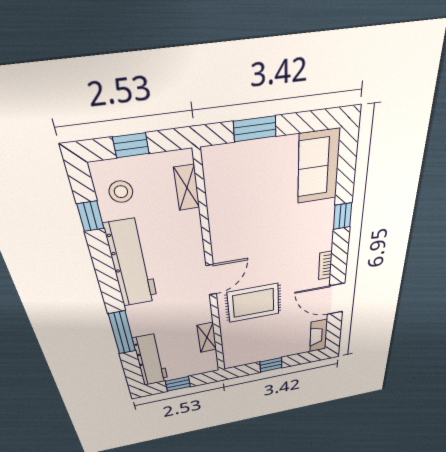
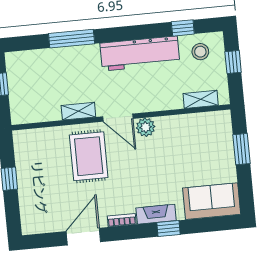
plant: (223, 250) -> (146, 127), added
fireplace: (319, 336) -> (156, 214), moved
shelving: (207, 337) -> (78, 111), moved
workbench: (151, 360) -> (36, 61), removed

